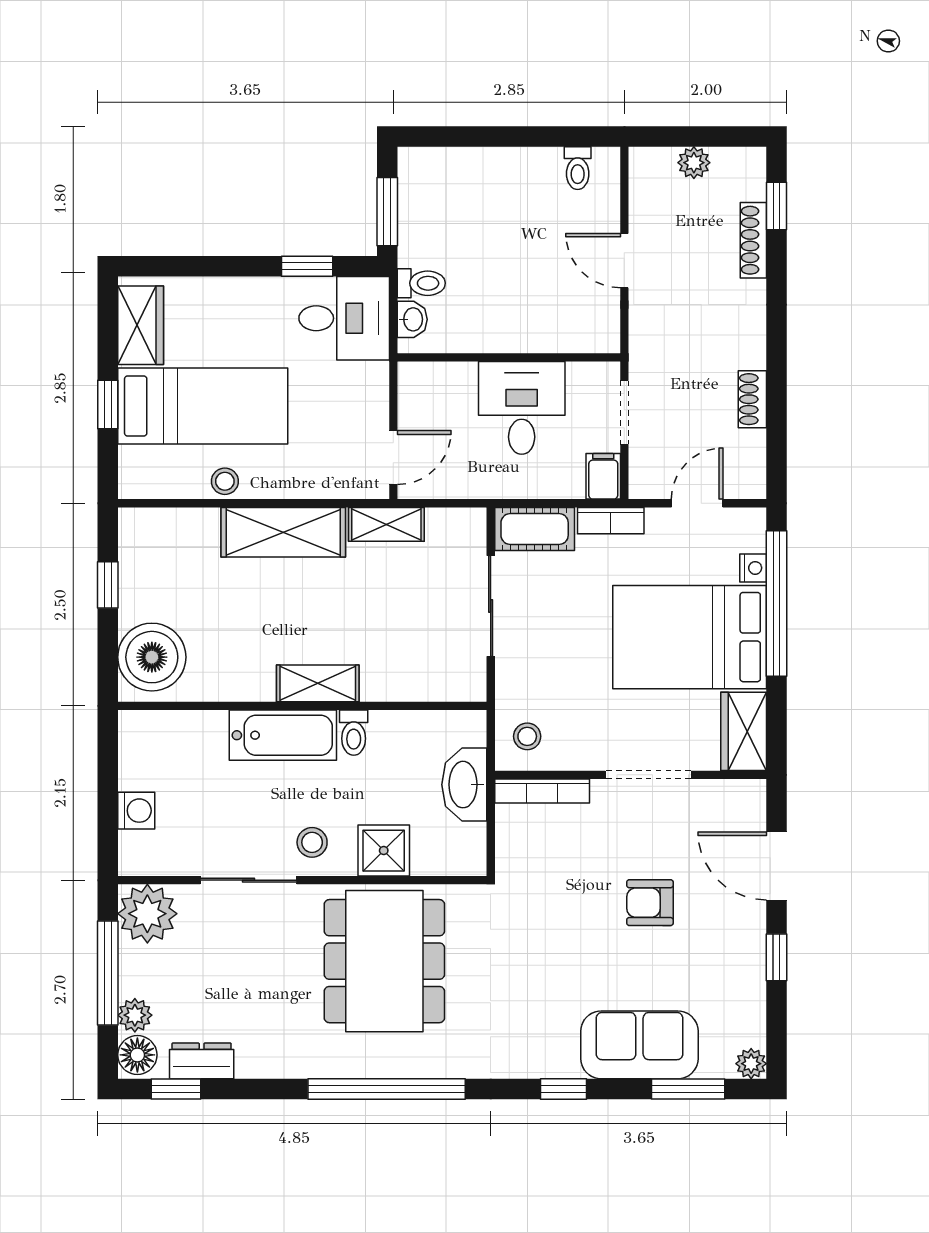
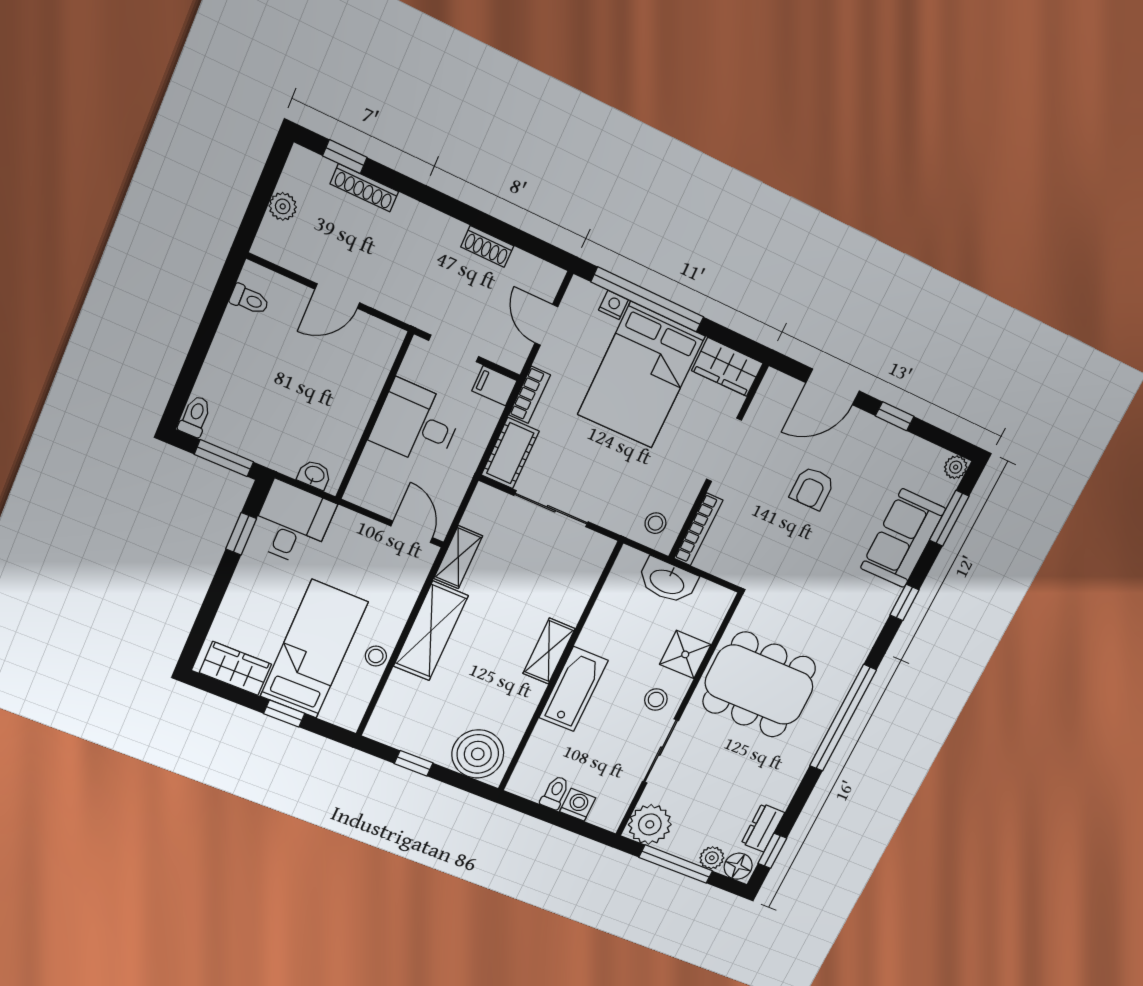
toilet: (421, 283) -> (195, 416), moved
toilet: (354, 733) -> (555, 793), moved, turned -90

